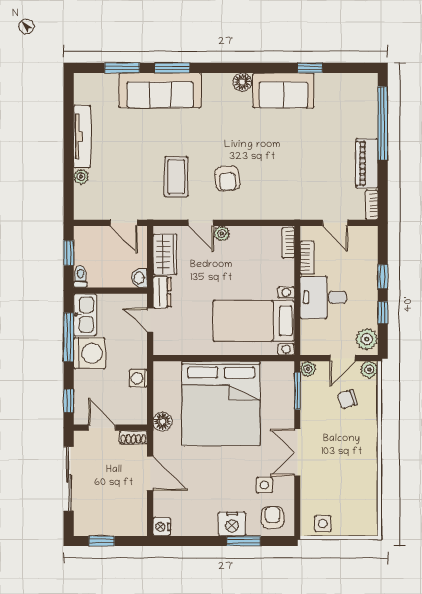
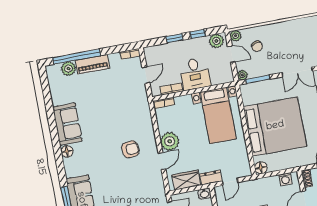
window: (310, 68) -> (50, 110), removed
plant: (367, 108) -> (69, 69), added
piano: (367, 163) -> (92, 64), moved
coffee table: (176, 177) -> (135, 182), removed
plant: (222, 234) -> (170, 141), width x1.88, depth x1.88
washing machine: (138, 378) -> (285, 179), moved
floor lamp: (163, 421) -> (261, 168), moved

